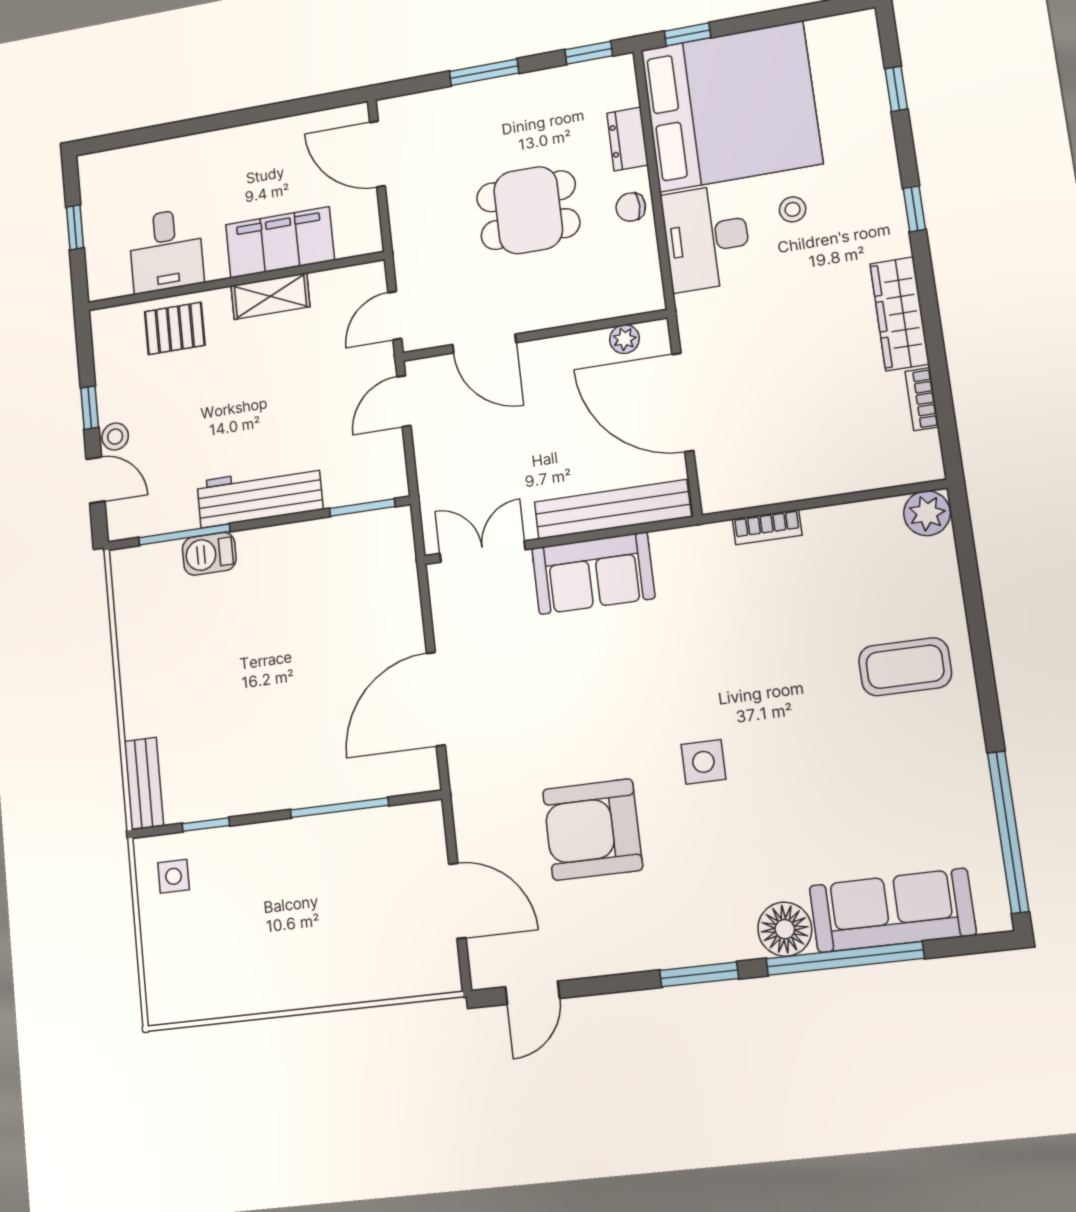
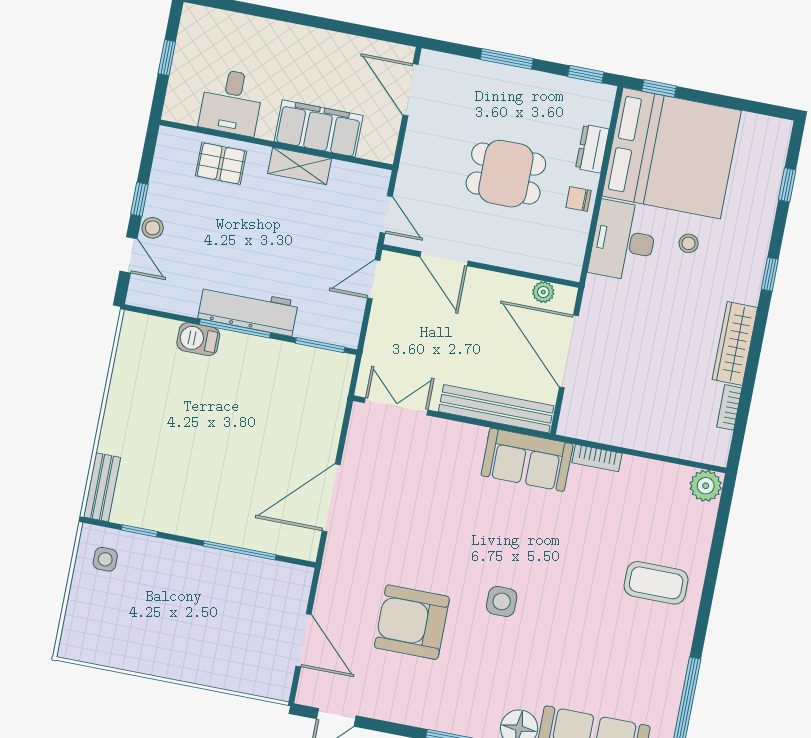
door: (395, 316) -> (386, 215), swing flipped
window: (184, 535) -> (235, 329), moved
sofa: (593, 573) -> (527, 460), moved

